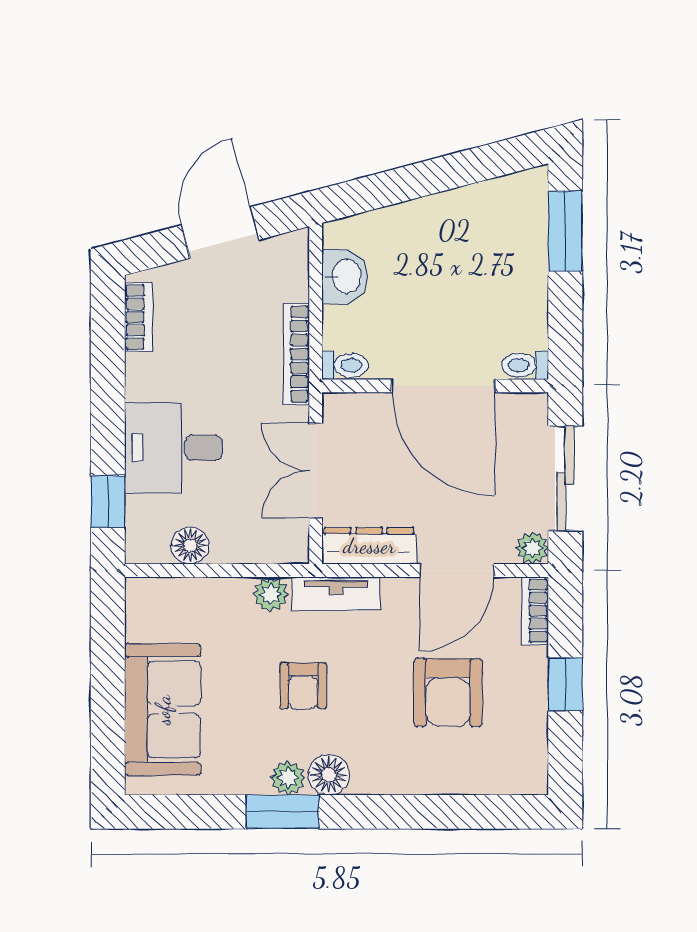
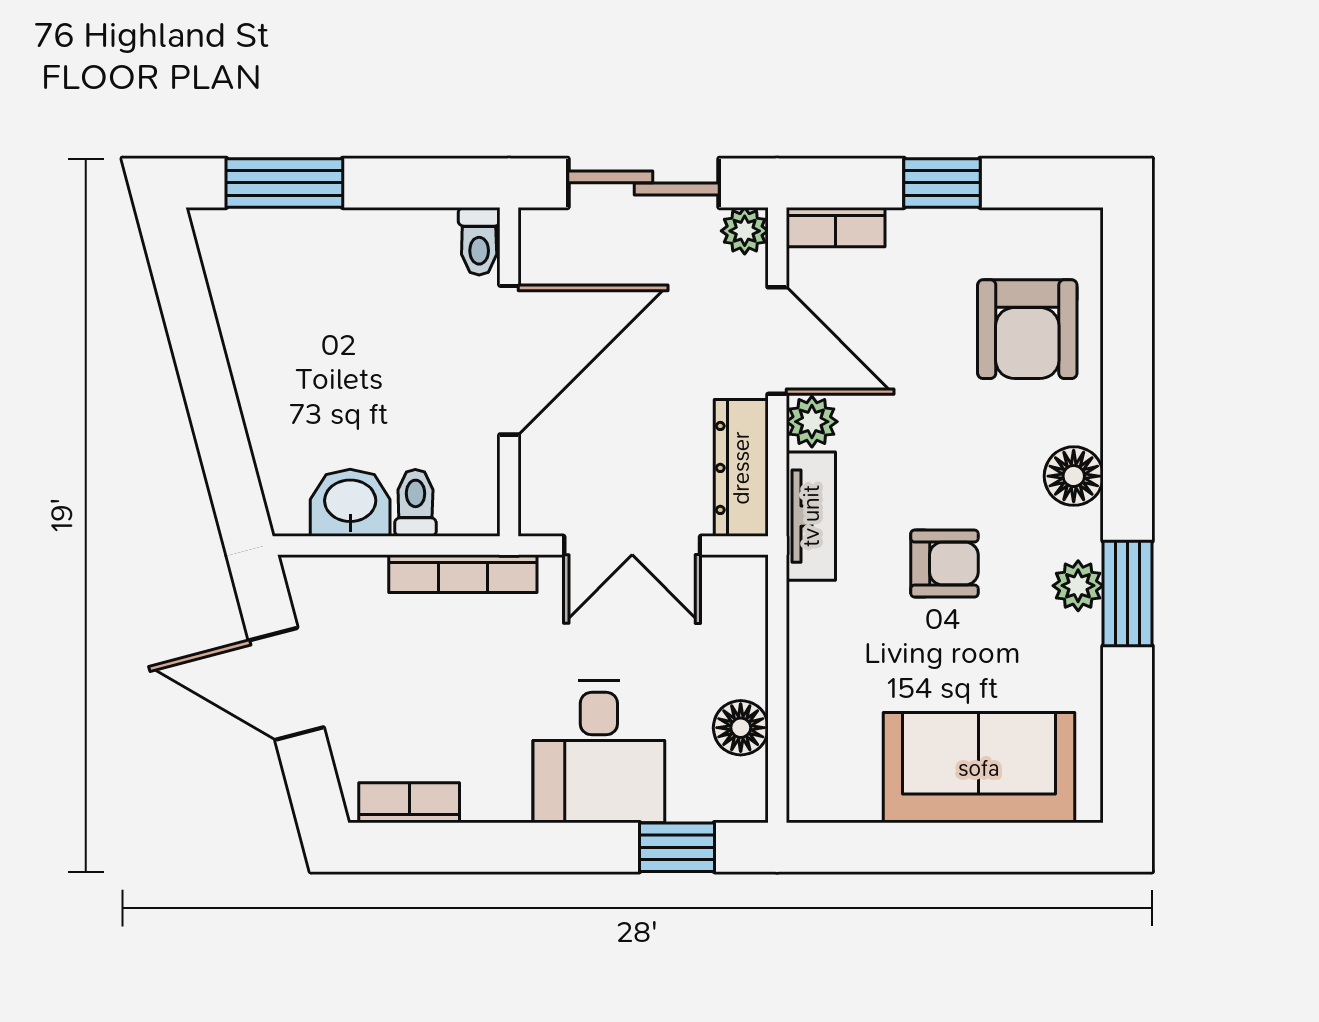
toilet: (345, 365) -> (415, 503), moved
plant: (271, 594) -> (812, 422), moved
armchair: (448, 693) -> (1027, 329), moved, turned 90
floor lamp: (329, 775) -> (1074, 476), moved

